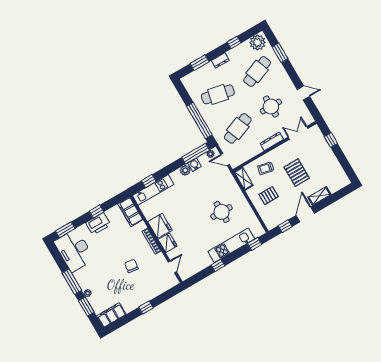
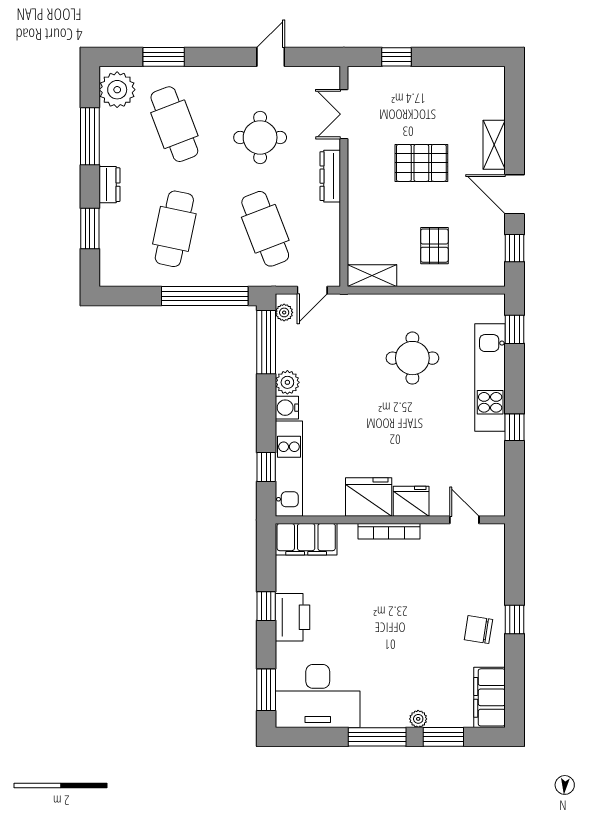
window: (234, 42) -> (90, 136), width x2.17
water cooler: (194, 165) -> (287, 408), moved
trolley: (266, 168) -> (377, 219), removed
chair: (131, 266) -> (478, 630), moved

